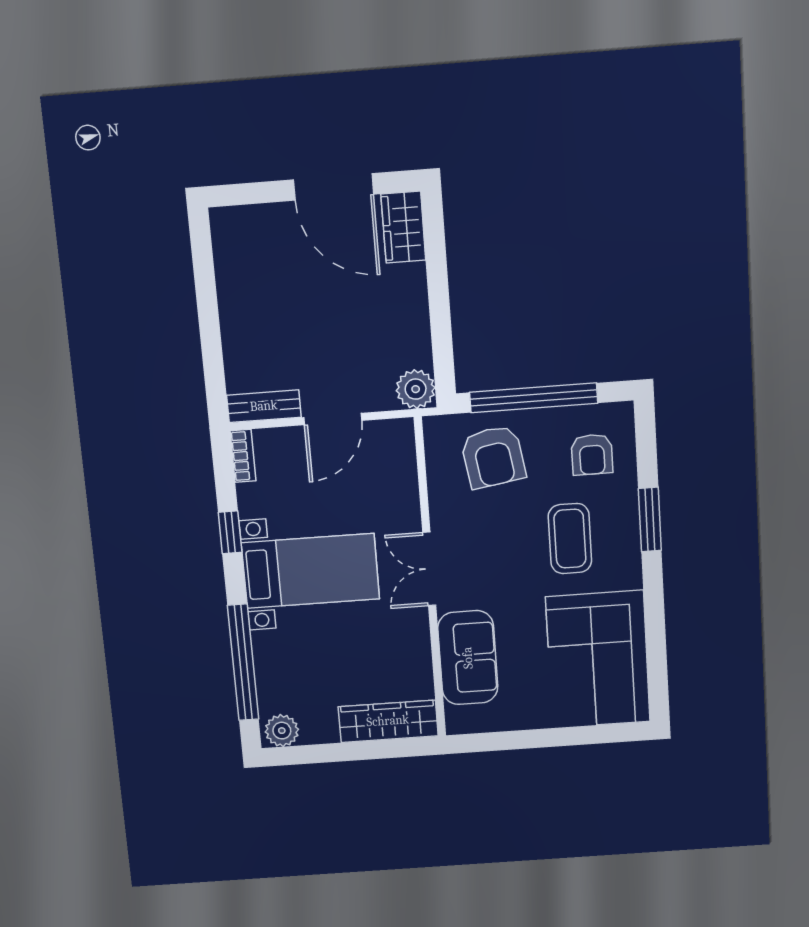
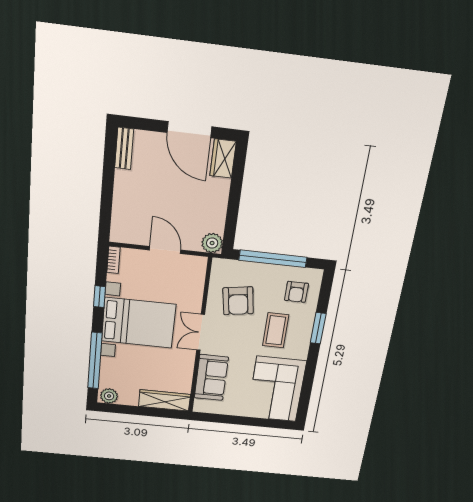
bench: (264, 406) -> (124, 148), moved, turned 90
door: (333, 419) -> (165, 250), swing flipped
armchair: (493, 457) -> (238, 301), moved
bed with nightstands: (310, 571) -> (139, 323), width x1.36

